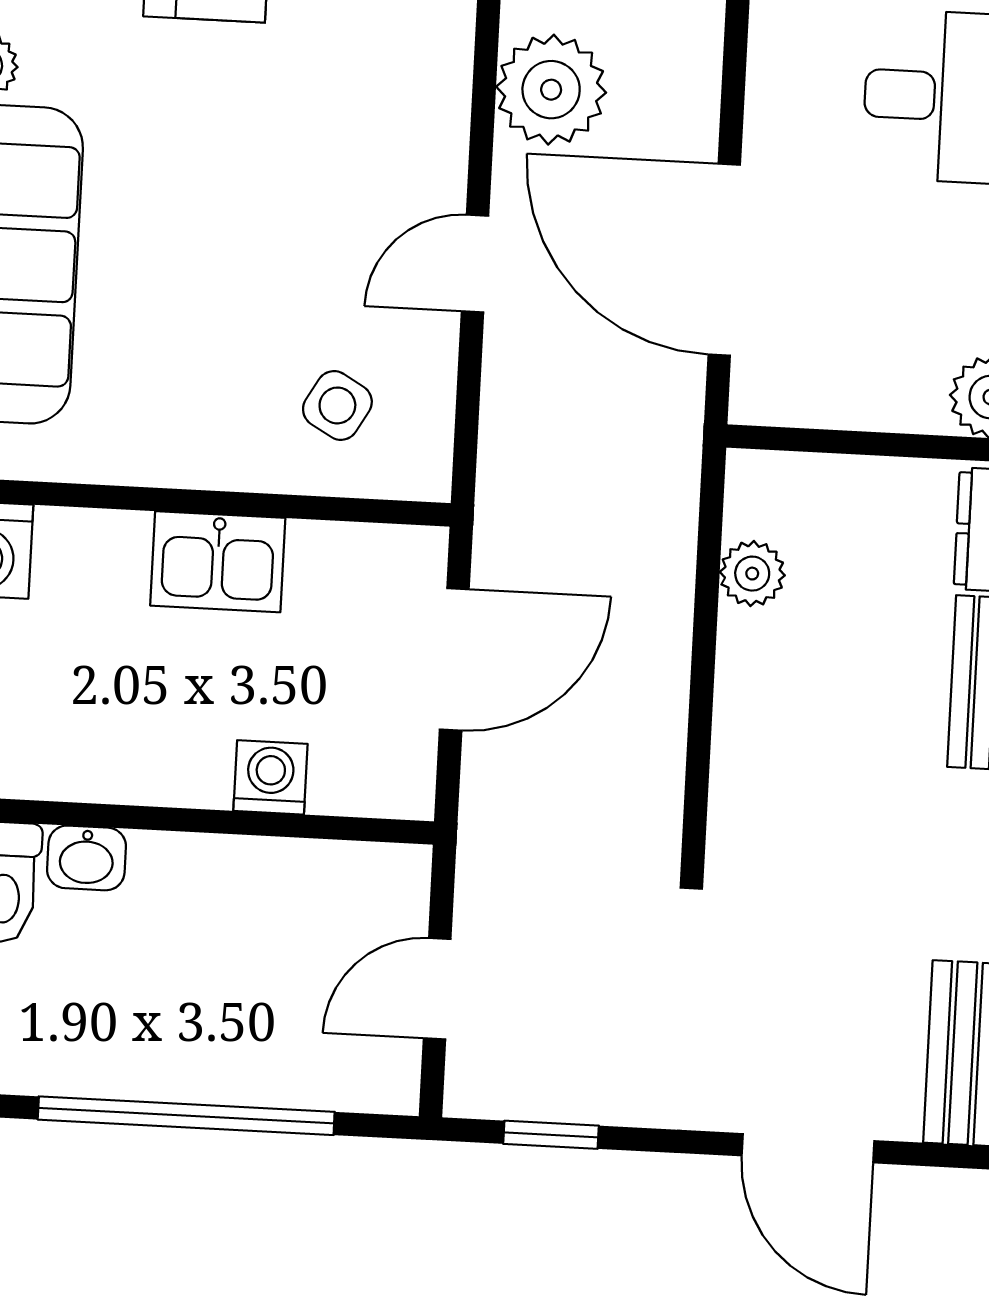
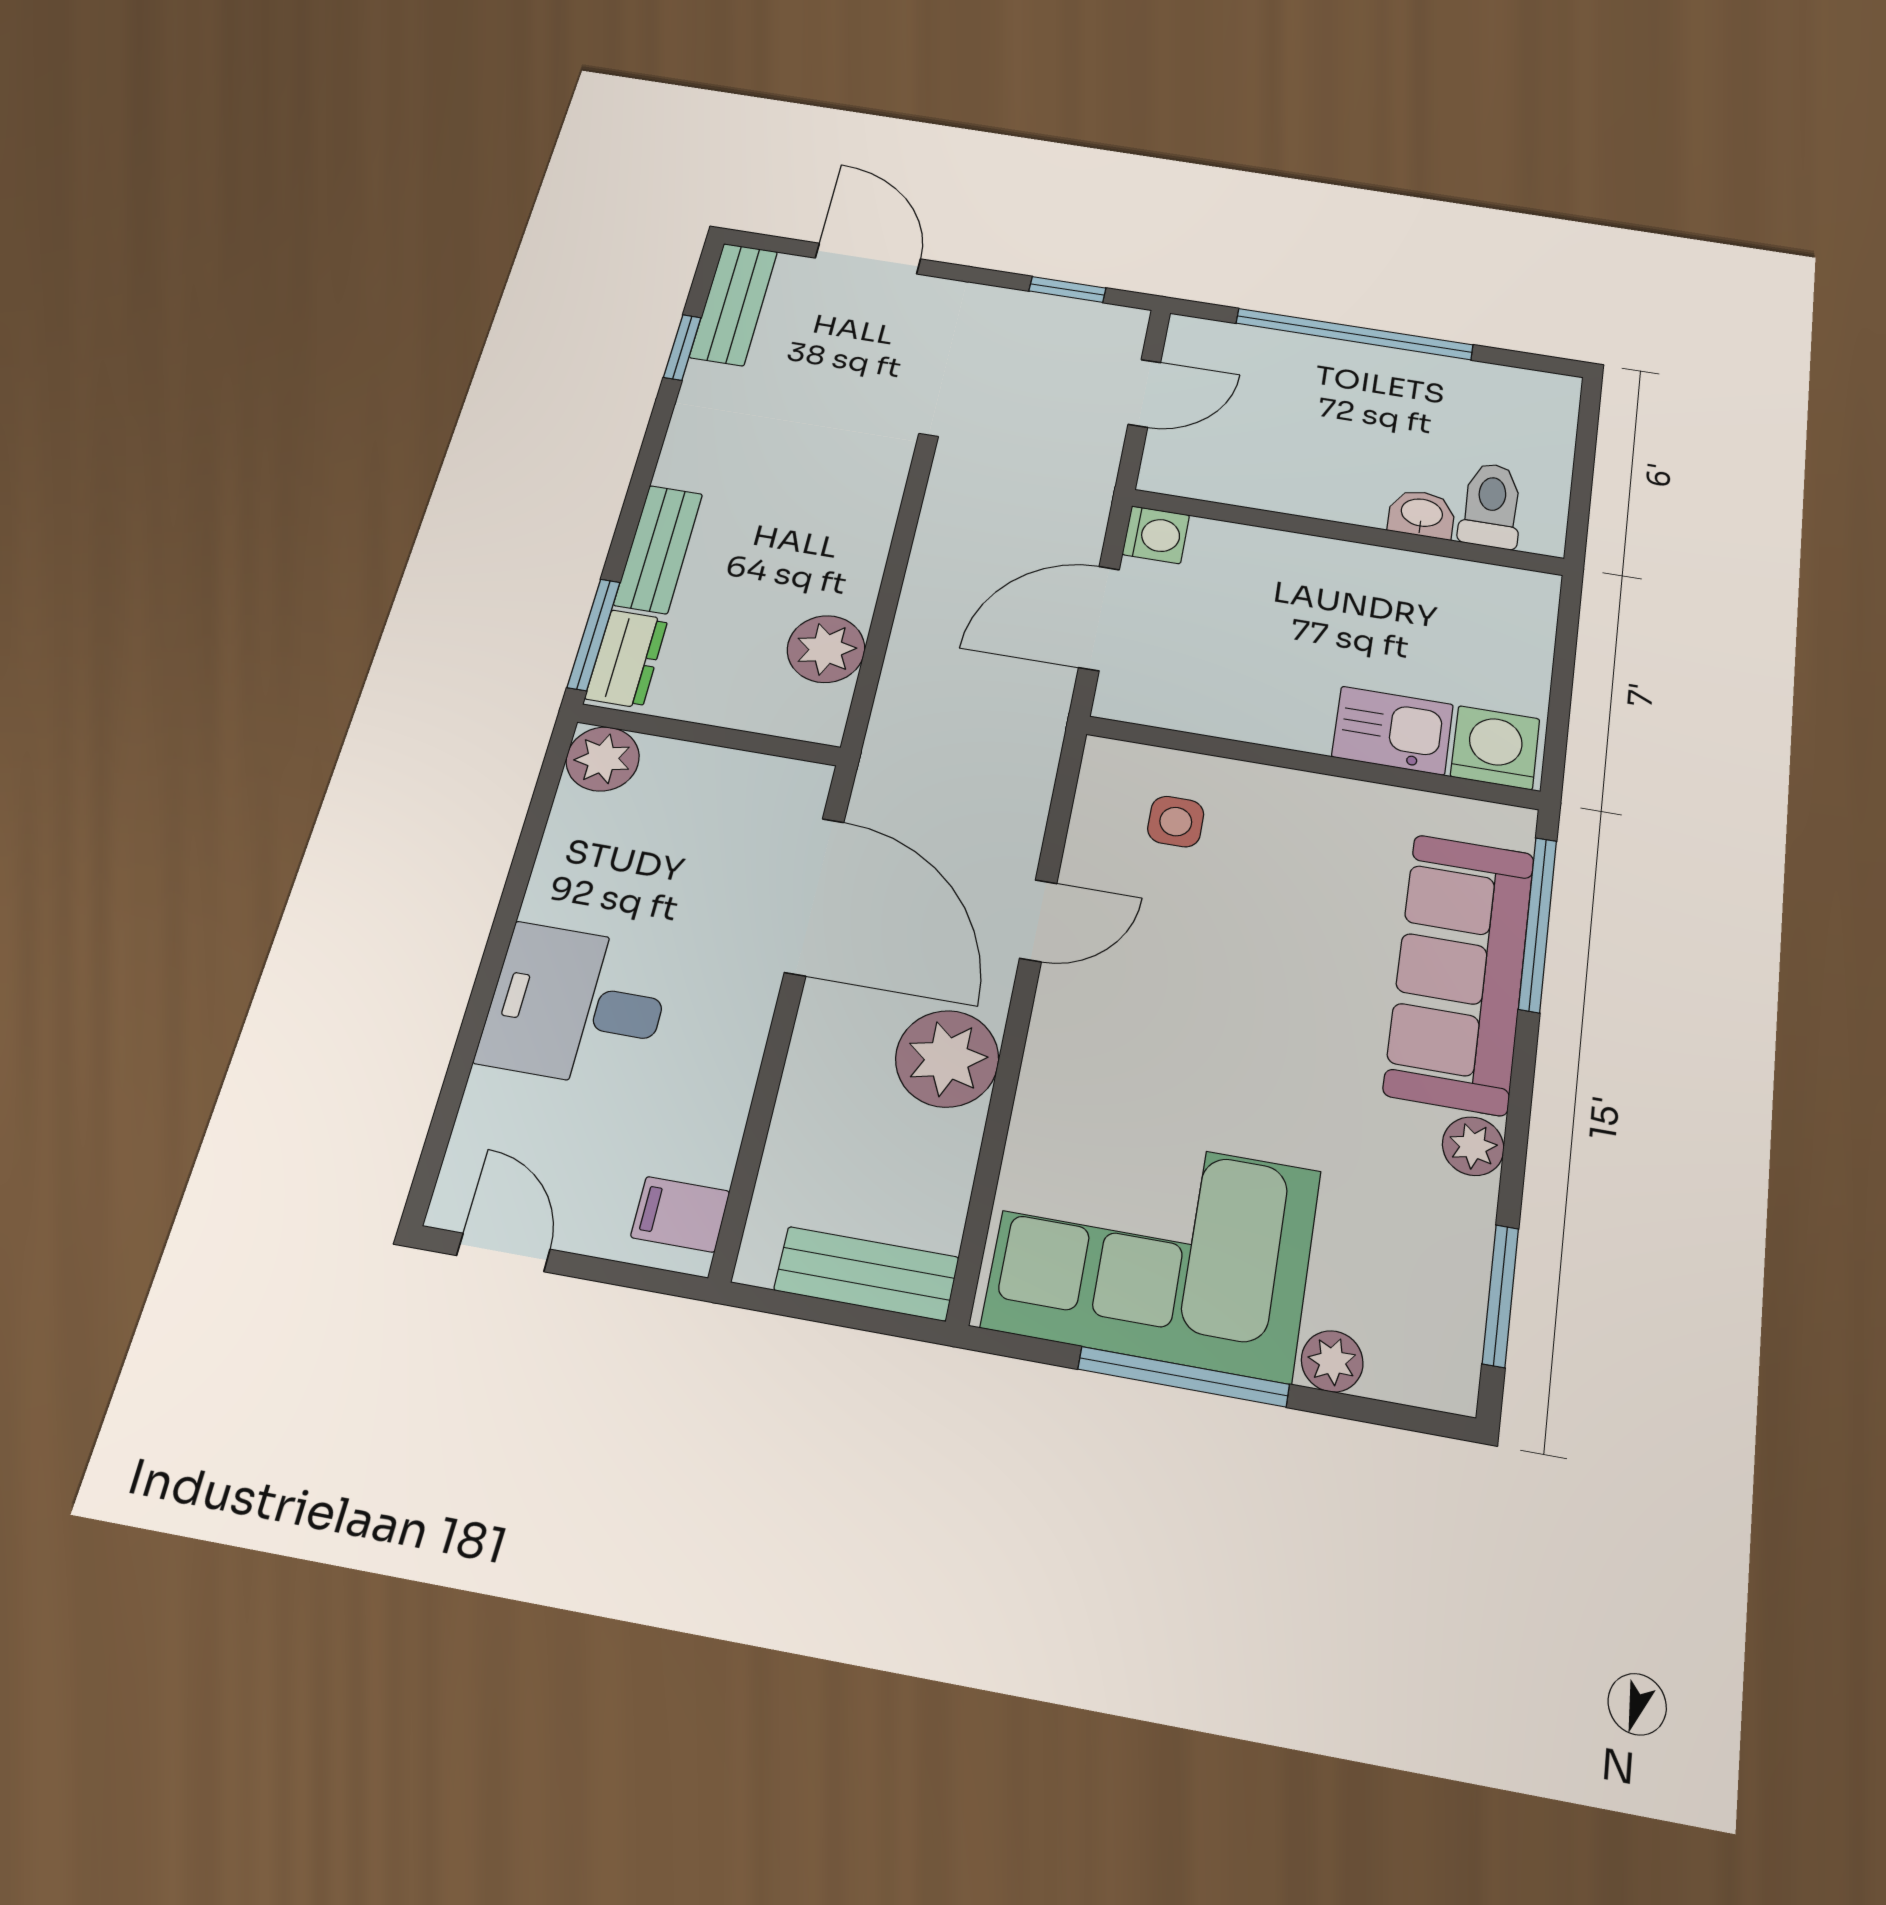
side table: (337, 405) -> (1176, 822), turned -30
kitchen sink: (218, 562) -> (1393, 730), moved
plant: (752, 574) -> (826, 649), width x1.38, depth x1.38
washing machine: (270, 777) -> (1156, 535), moved, turned -90

